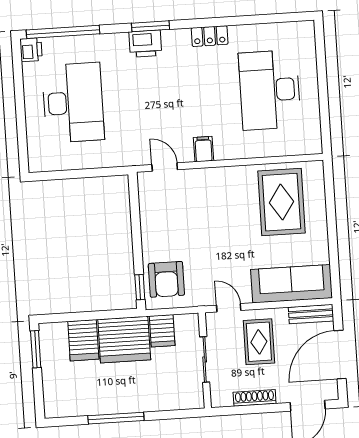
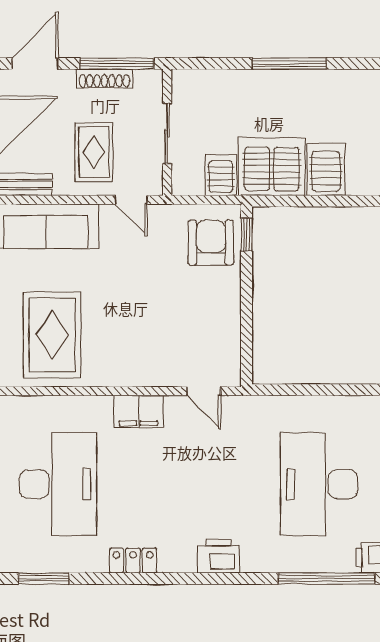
window: (151, 26) -> (44, 579), moved
filing cabinet: (203, 149) -> (138, 412), width x2.00
window: (246, 410) -> (117, 64), added

